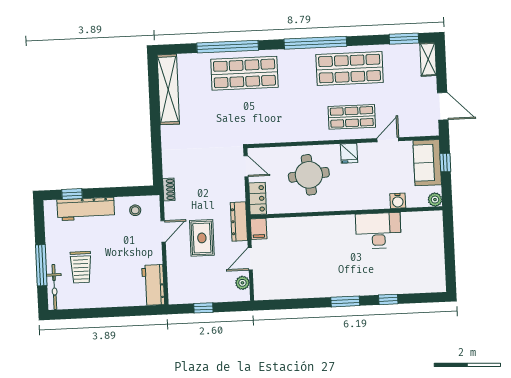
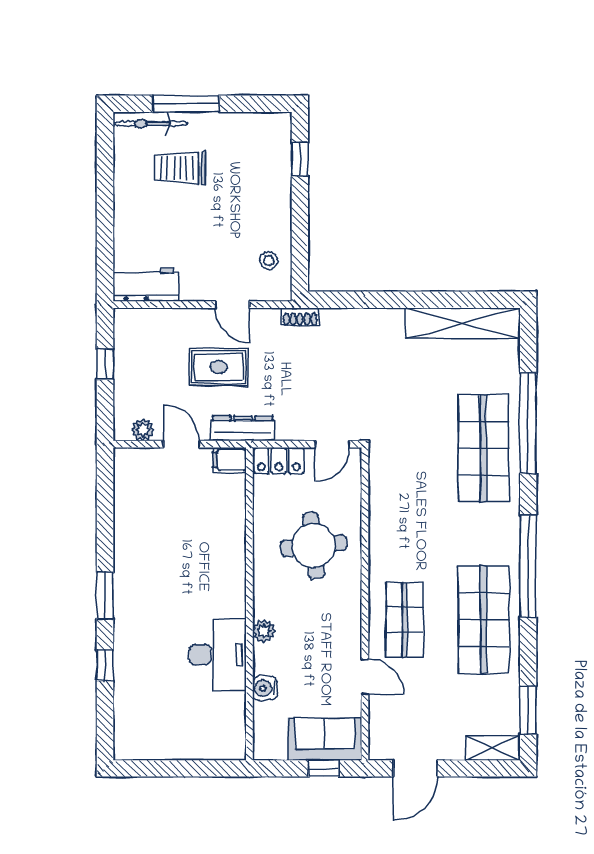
fridge: (349, 153) -> (346, 613), removed
plant: (435, 200) -> (264, 631), moved
workbench: (86, 209) -> (275, 180), removed

